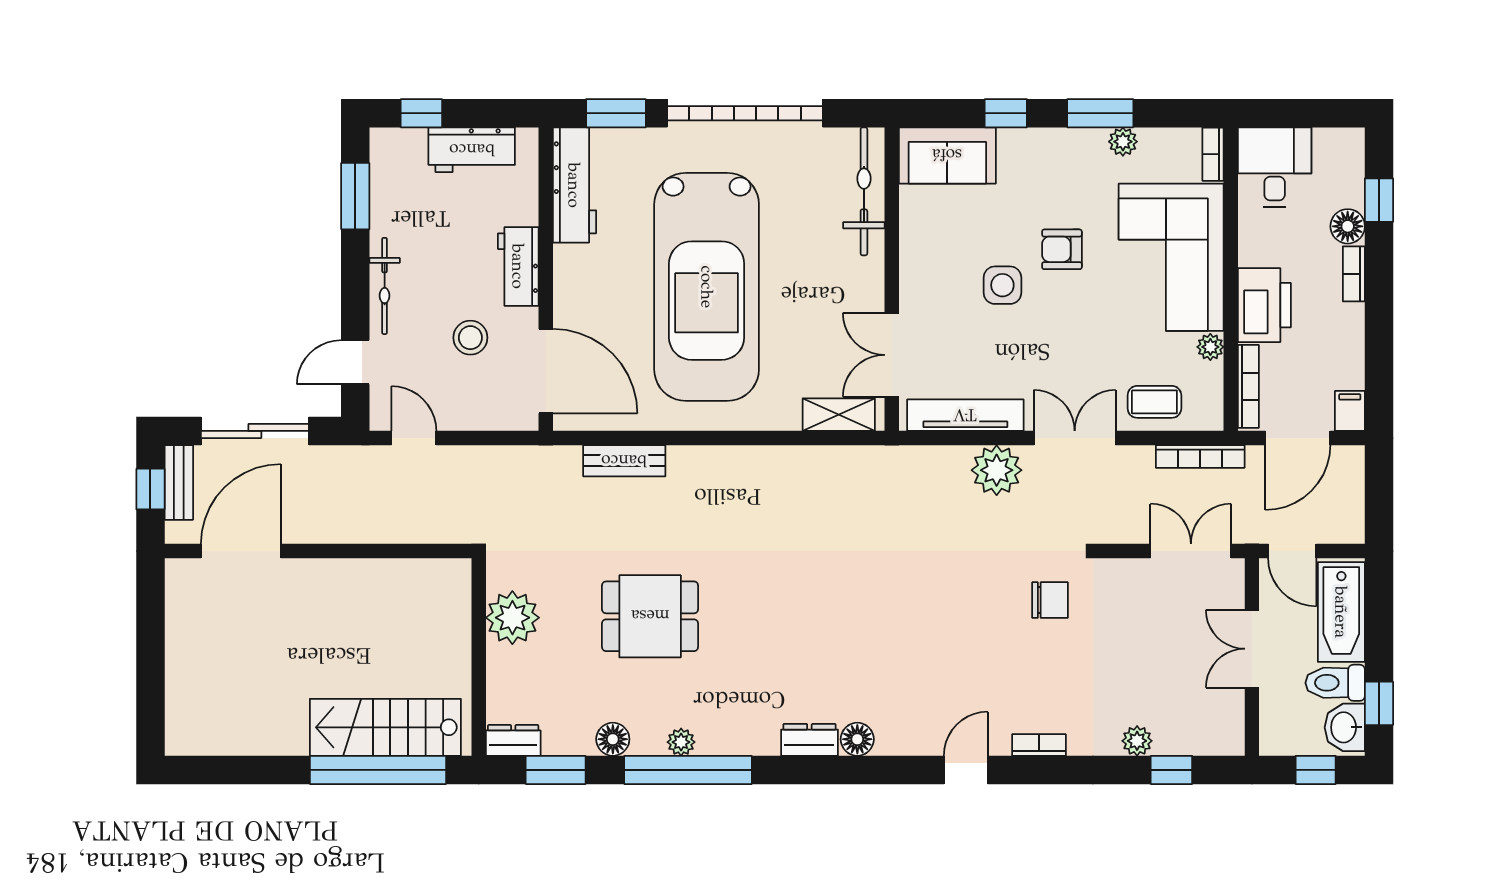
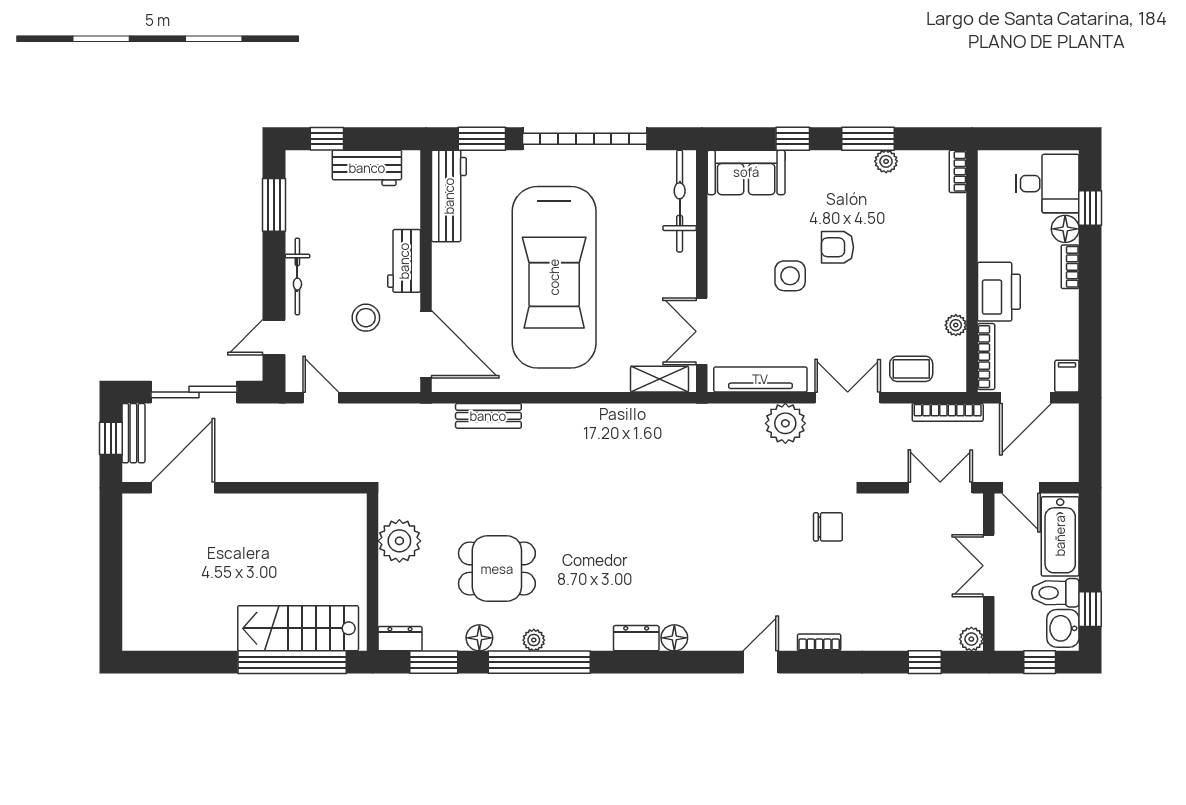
desk: (1275, 167) -> (1047, 184), moved, turned 90
corner sofa: (1171, 257) -> (924, 254), removed
dining table: (650, 616) -> (497, 569), moved
plant: (1137, 741) -> (971, 639), moved

